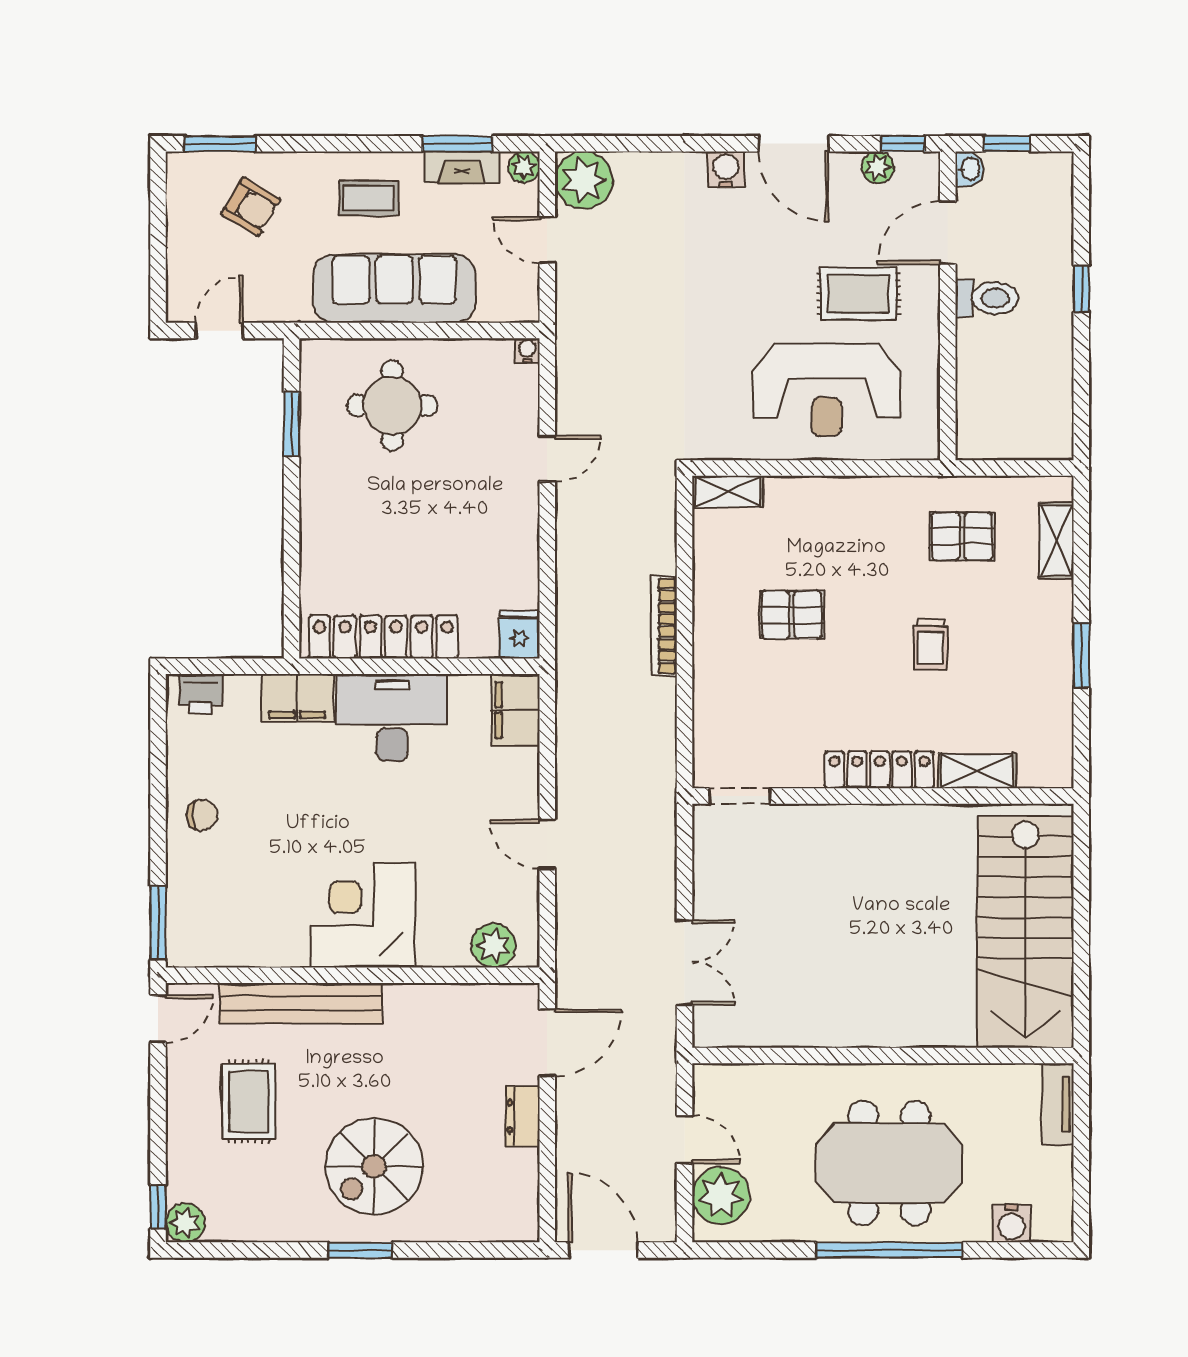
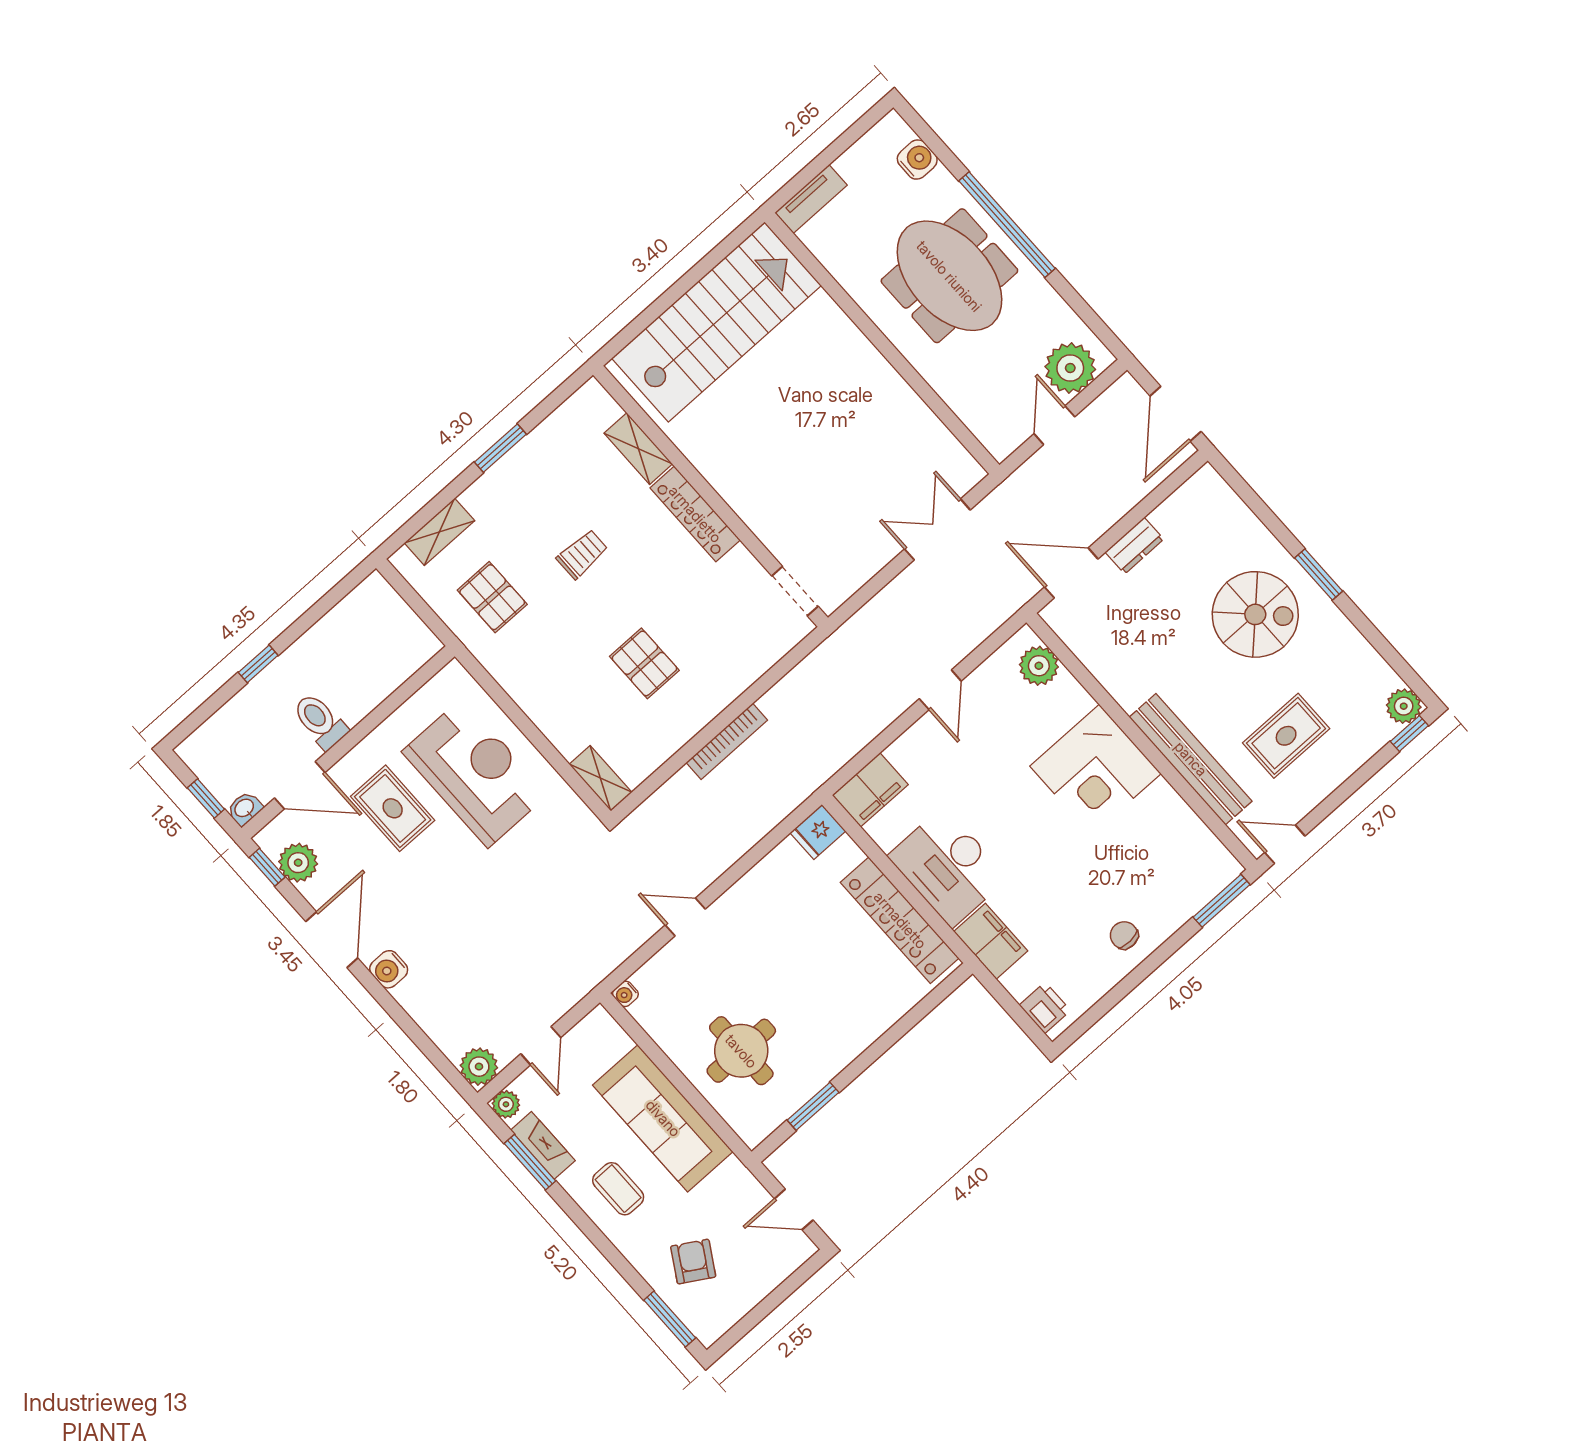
plant: (878, 167) -> (298, 863), width x1.38, depth x1.38
plant: (584, 180) -> (479, 1067), width x0.73, depth x0.73

